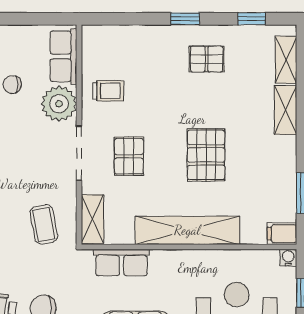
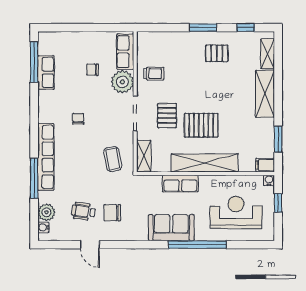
window: (185, 19) -> (203, 28), width x1.50
shelving: (286, 110) -> (265, 94), width x1.50, depth x1.33
pallet: (206, 155) -> (201, 125), moved, turned 90
row of seats: (122, 263) -> (180, 184), moved

